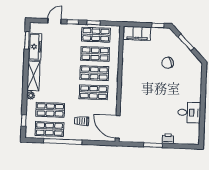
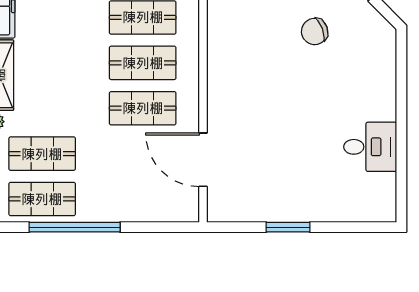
trolley: (82, 121) -> (117, 177), removed
door: (118, 127) -> (203, 160), moved
printer: (168, 139) -> (323, 210), removed

